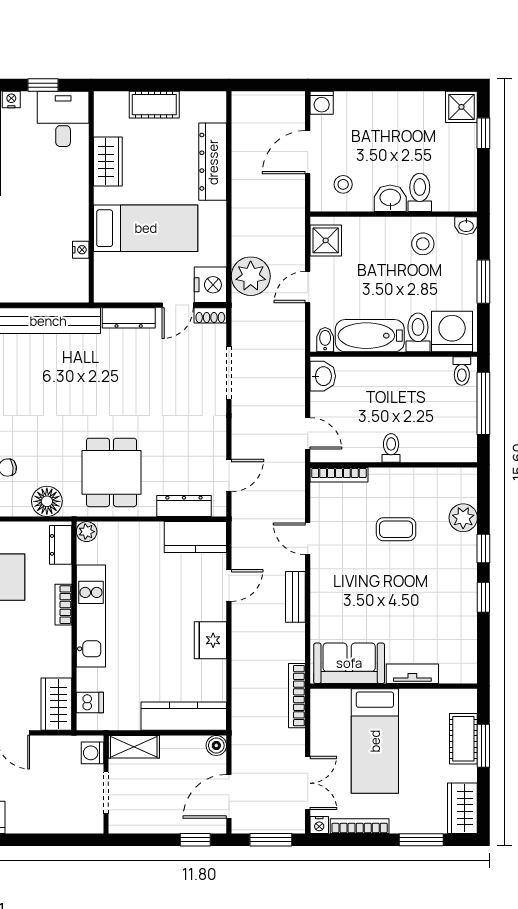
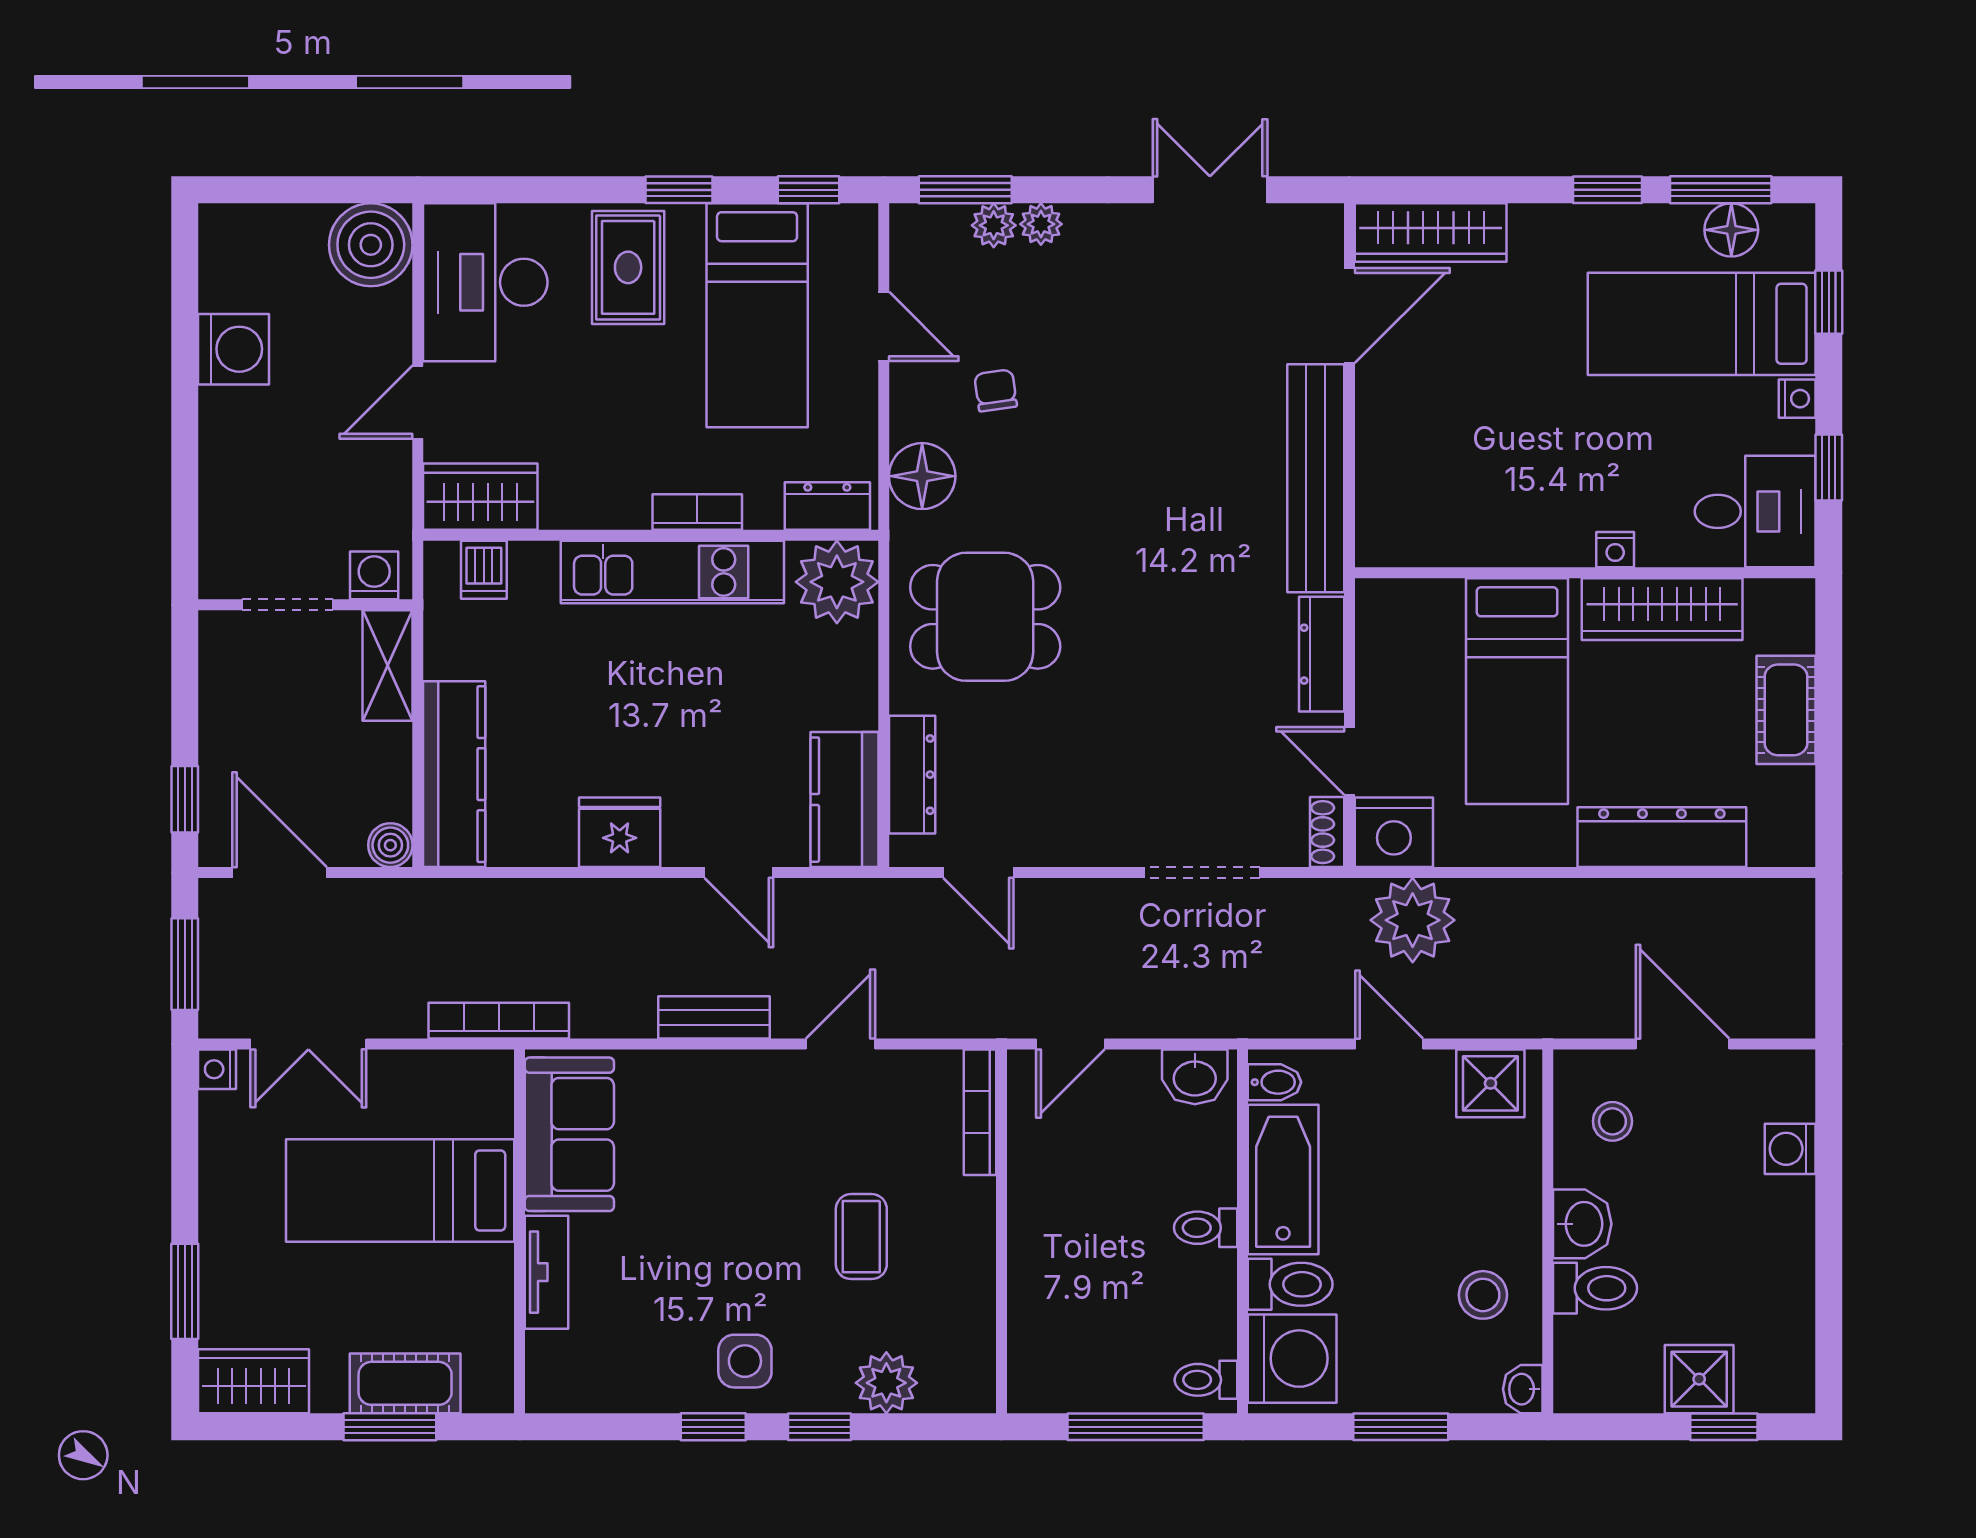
washing machine: (322, 103) -> (1790, 1149), moved
shower: (461, 107) -> (1699, 1379), moved
wardrobe: (108, 162) -> (1662, 609), width x1.50
nightstand: (81, 250) -> (1615, 550), moved
toilet: (391, 448) -> (1206, 1228), moved, turned 180
plant: (87, 532) -> (837, 582), width x1.88, depth x1.88
side table: (453, 583) -> (745, 1361), added
bookcase: (360, 826) -> (215, 1157), removed

